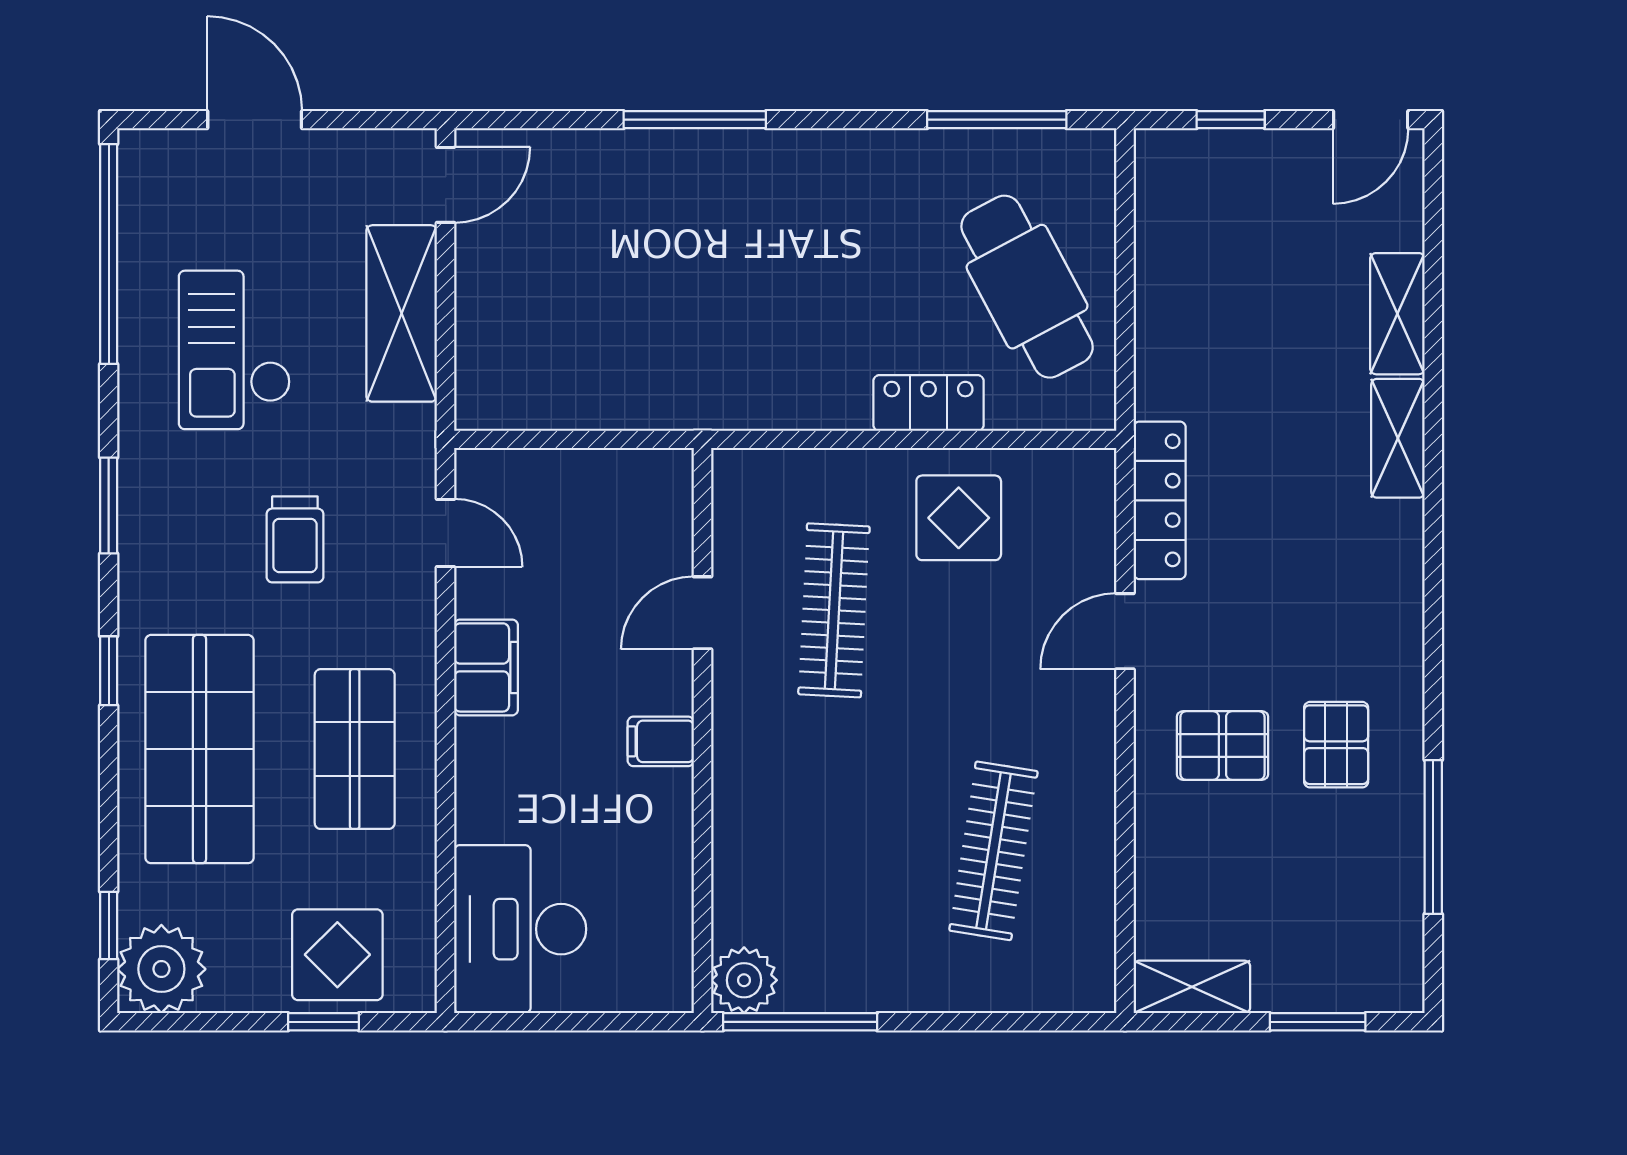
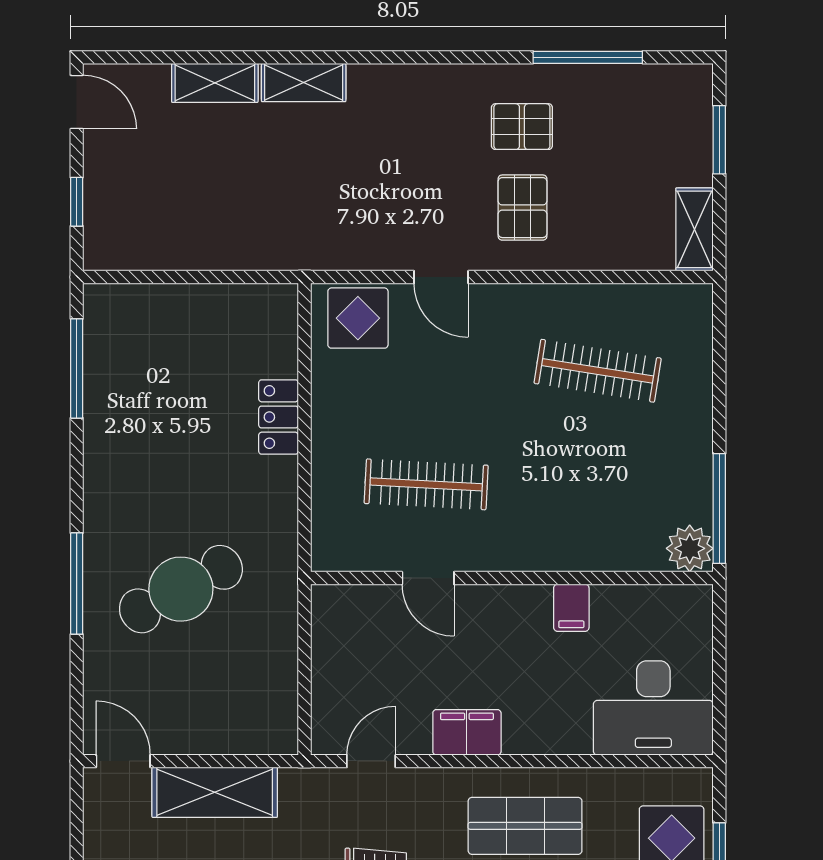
cafe table: (1027, 287) -> (181, 589), moved
locker: (1160, 500) -> (348, 252), removed
display table: (959, 518) -> (358, 318), moved
filing cabinet: (661, 741) -> (571, 608), moved

